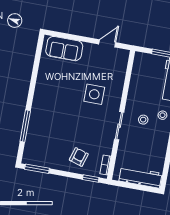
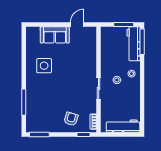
sofa: (64, 49) -> (55, 35), moved
side table: (94, 94) -> (44, 66), moved

